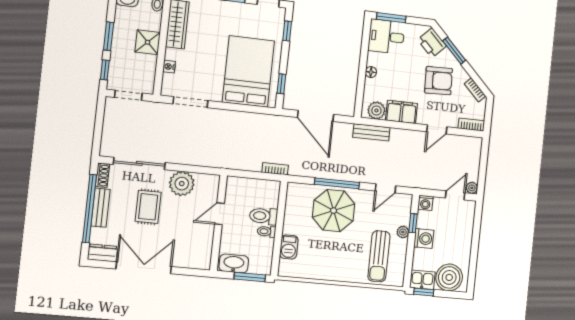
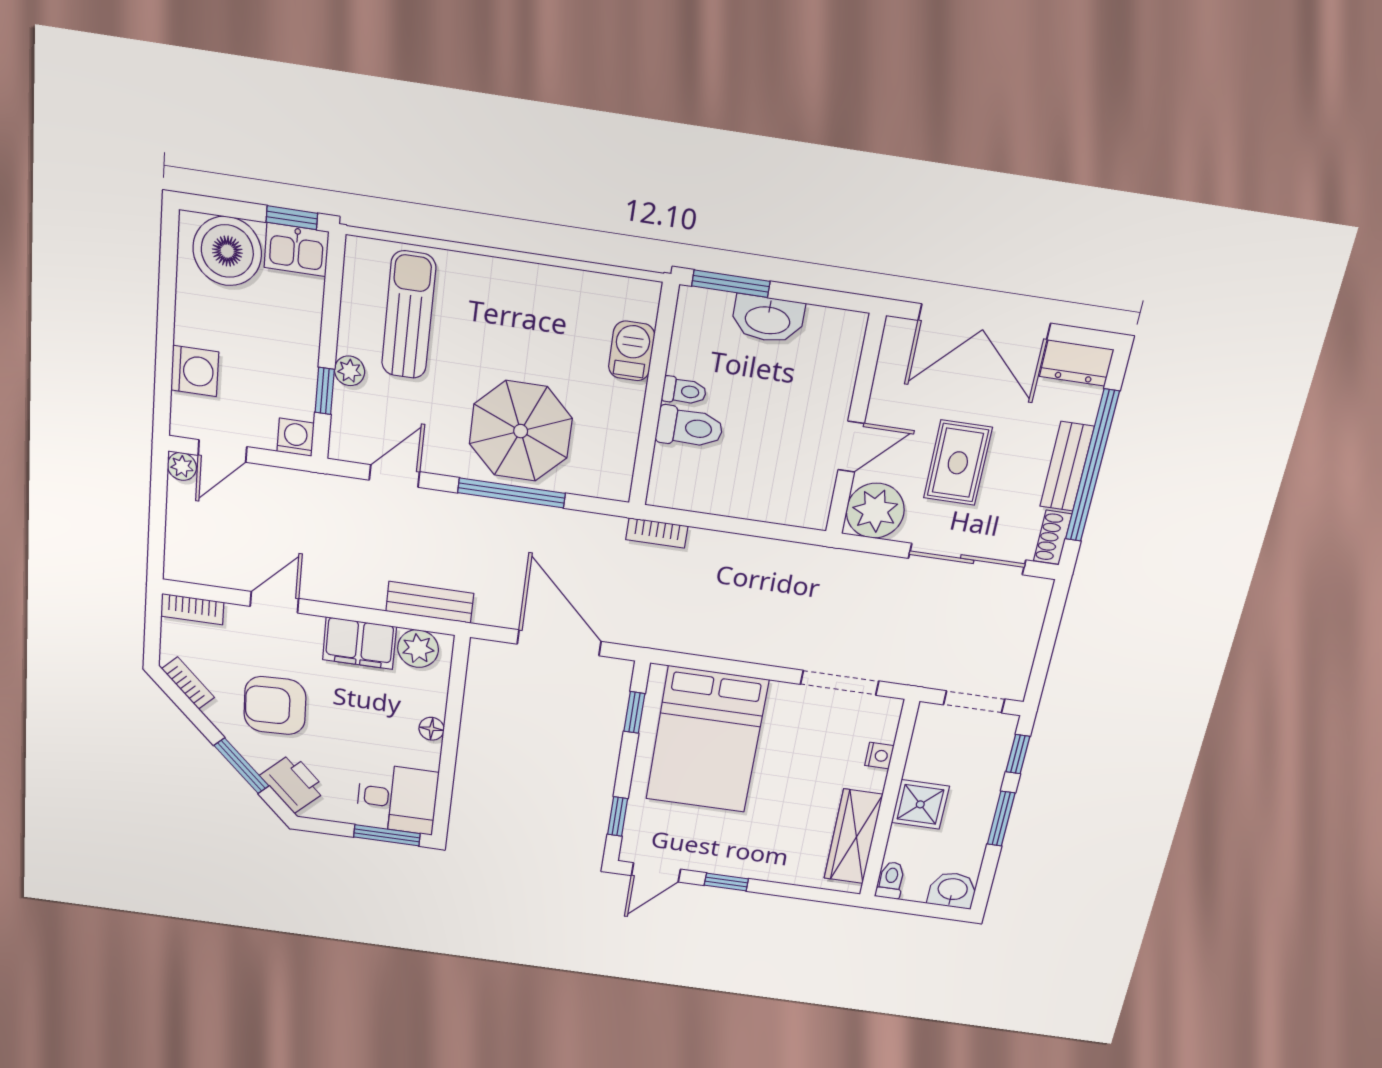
door: (219, 214) -> (851, 447), moved
wall: (219, 223) -> (855, 426), moved
washing machine: (424, 238) -> (195, 371), moved, turned 180

